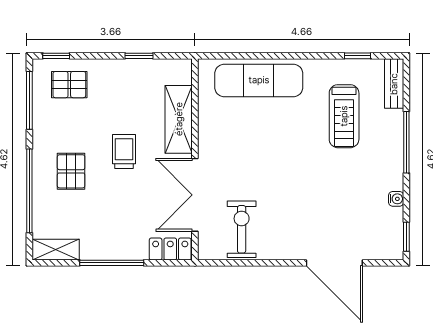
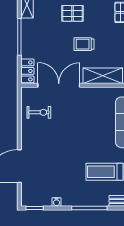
trolley: (124, 152) -> (84, 44), turned 180
exercise bike: (242, 229) -> (39, 112), width x0.73, depth x0.72

